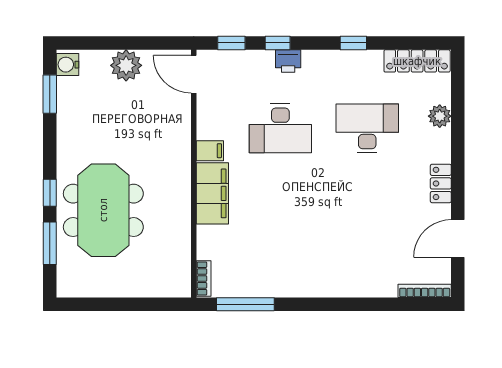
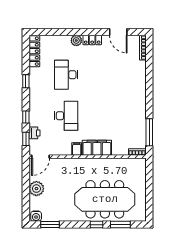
printer: (288, 61) -> (34, 133), moved
plant: (440, 116) -> (76, 41), moved
meeting table: (103, 210) -> (105, 199), width x1.36

